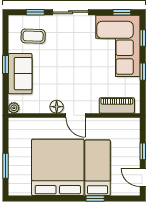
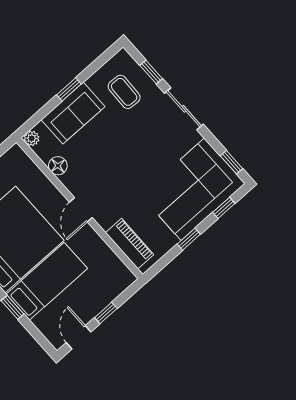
floor lamp: (57, 107) -> (58, 166), moved

